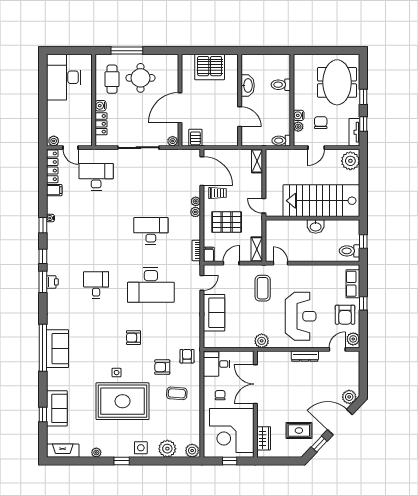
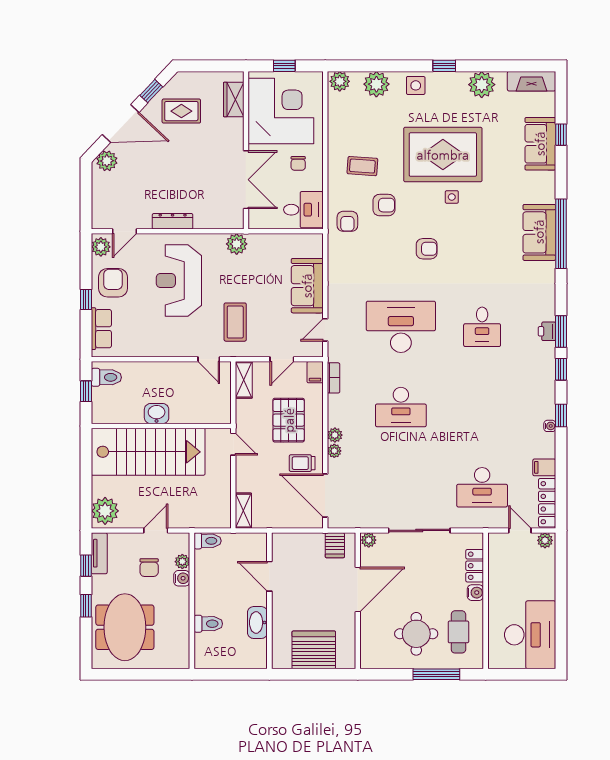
pallet: (227, 222) -> (289, 420), turned 90
plant: (96, 453) -> (482, 85), width x1.88, depth x1.88

